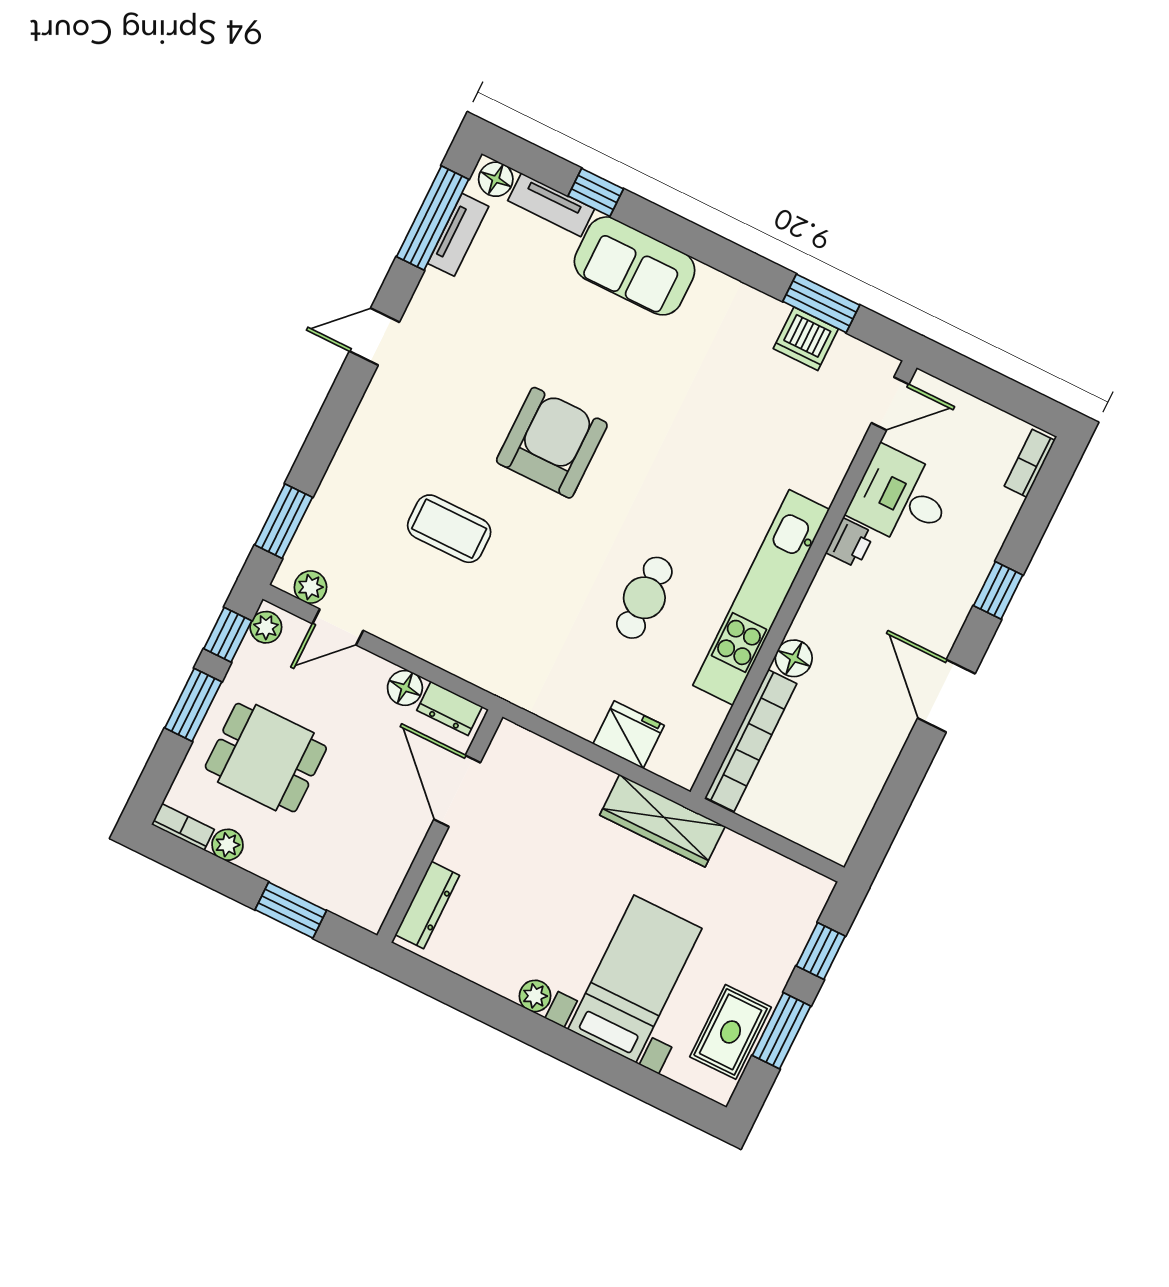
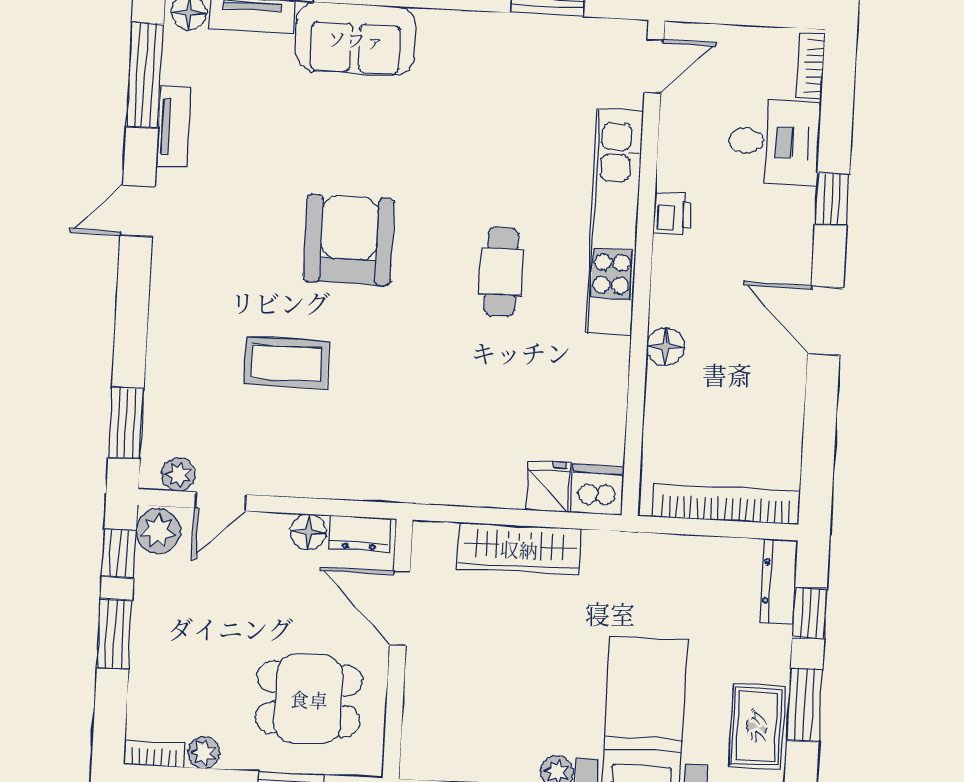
tv unit: (458, 235) -> (173, 127), moved
dishwasher: (806, 339) -> (597, 490), moved, turned 180
desk: (901, 498) -> (774, 142), moved, turned 180
kitchen unit: (761, 597) -> (614, 222), moved
cafe table: (644, 598) -> (501, 272), moved
plant: (266, 627) -> (158, 531), width x1.38, depth x1.38
fridge: (629, 735) -> (548, 486), width x0.72
bookcase: (751, 740) -> (726, 504), moved, turned -90
dining table: (266, 758) -> (309, 699), moved
wardrobe: (662, 821) -> (519, 549), moved
dresser: (427, 905) -> (779, 582), moved, turned 180

